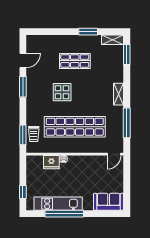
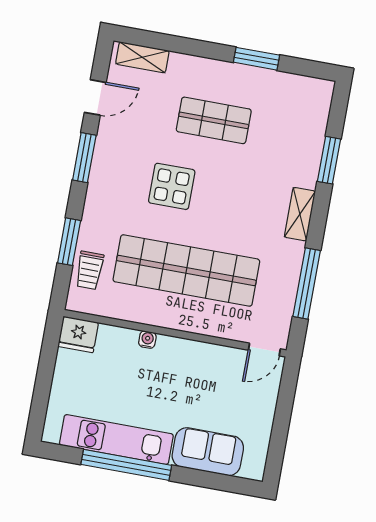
shelving: (113, 40) -> (142, 57), moved
window: (127, 55) -> (329, 160), moved
window: (23, 135) -> (69, 242), moved
fridge: (51, 162) -> (78, 334), moved
window: (23, 192) -> (41, 398), removed
sofa: (109, 202) -> (208, 452), moved

